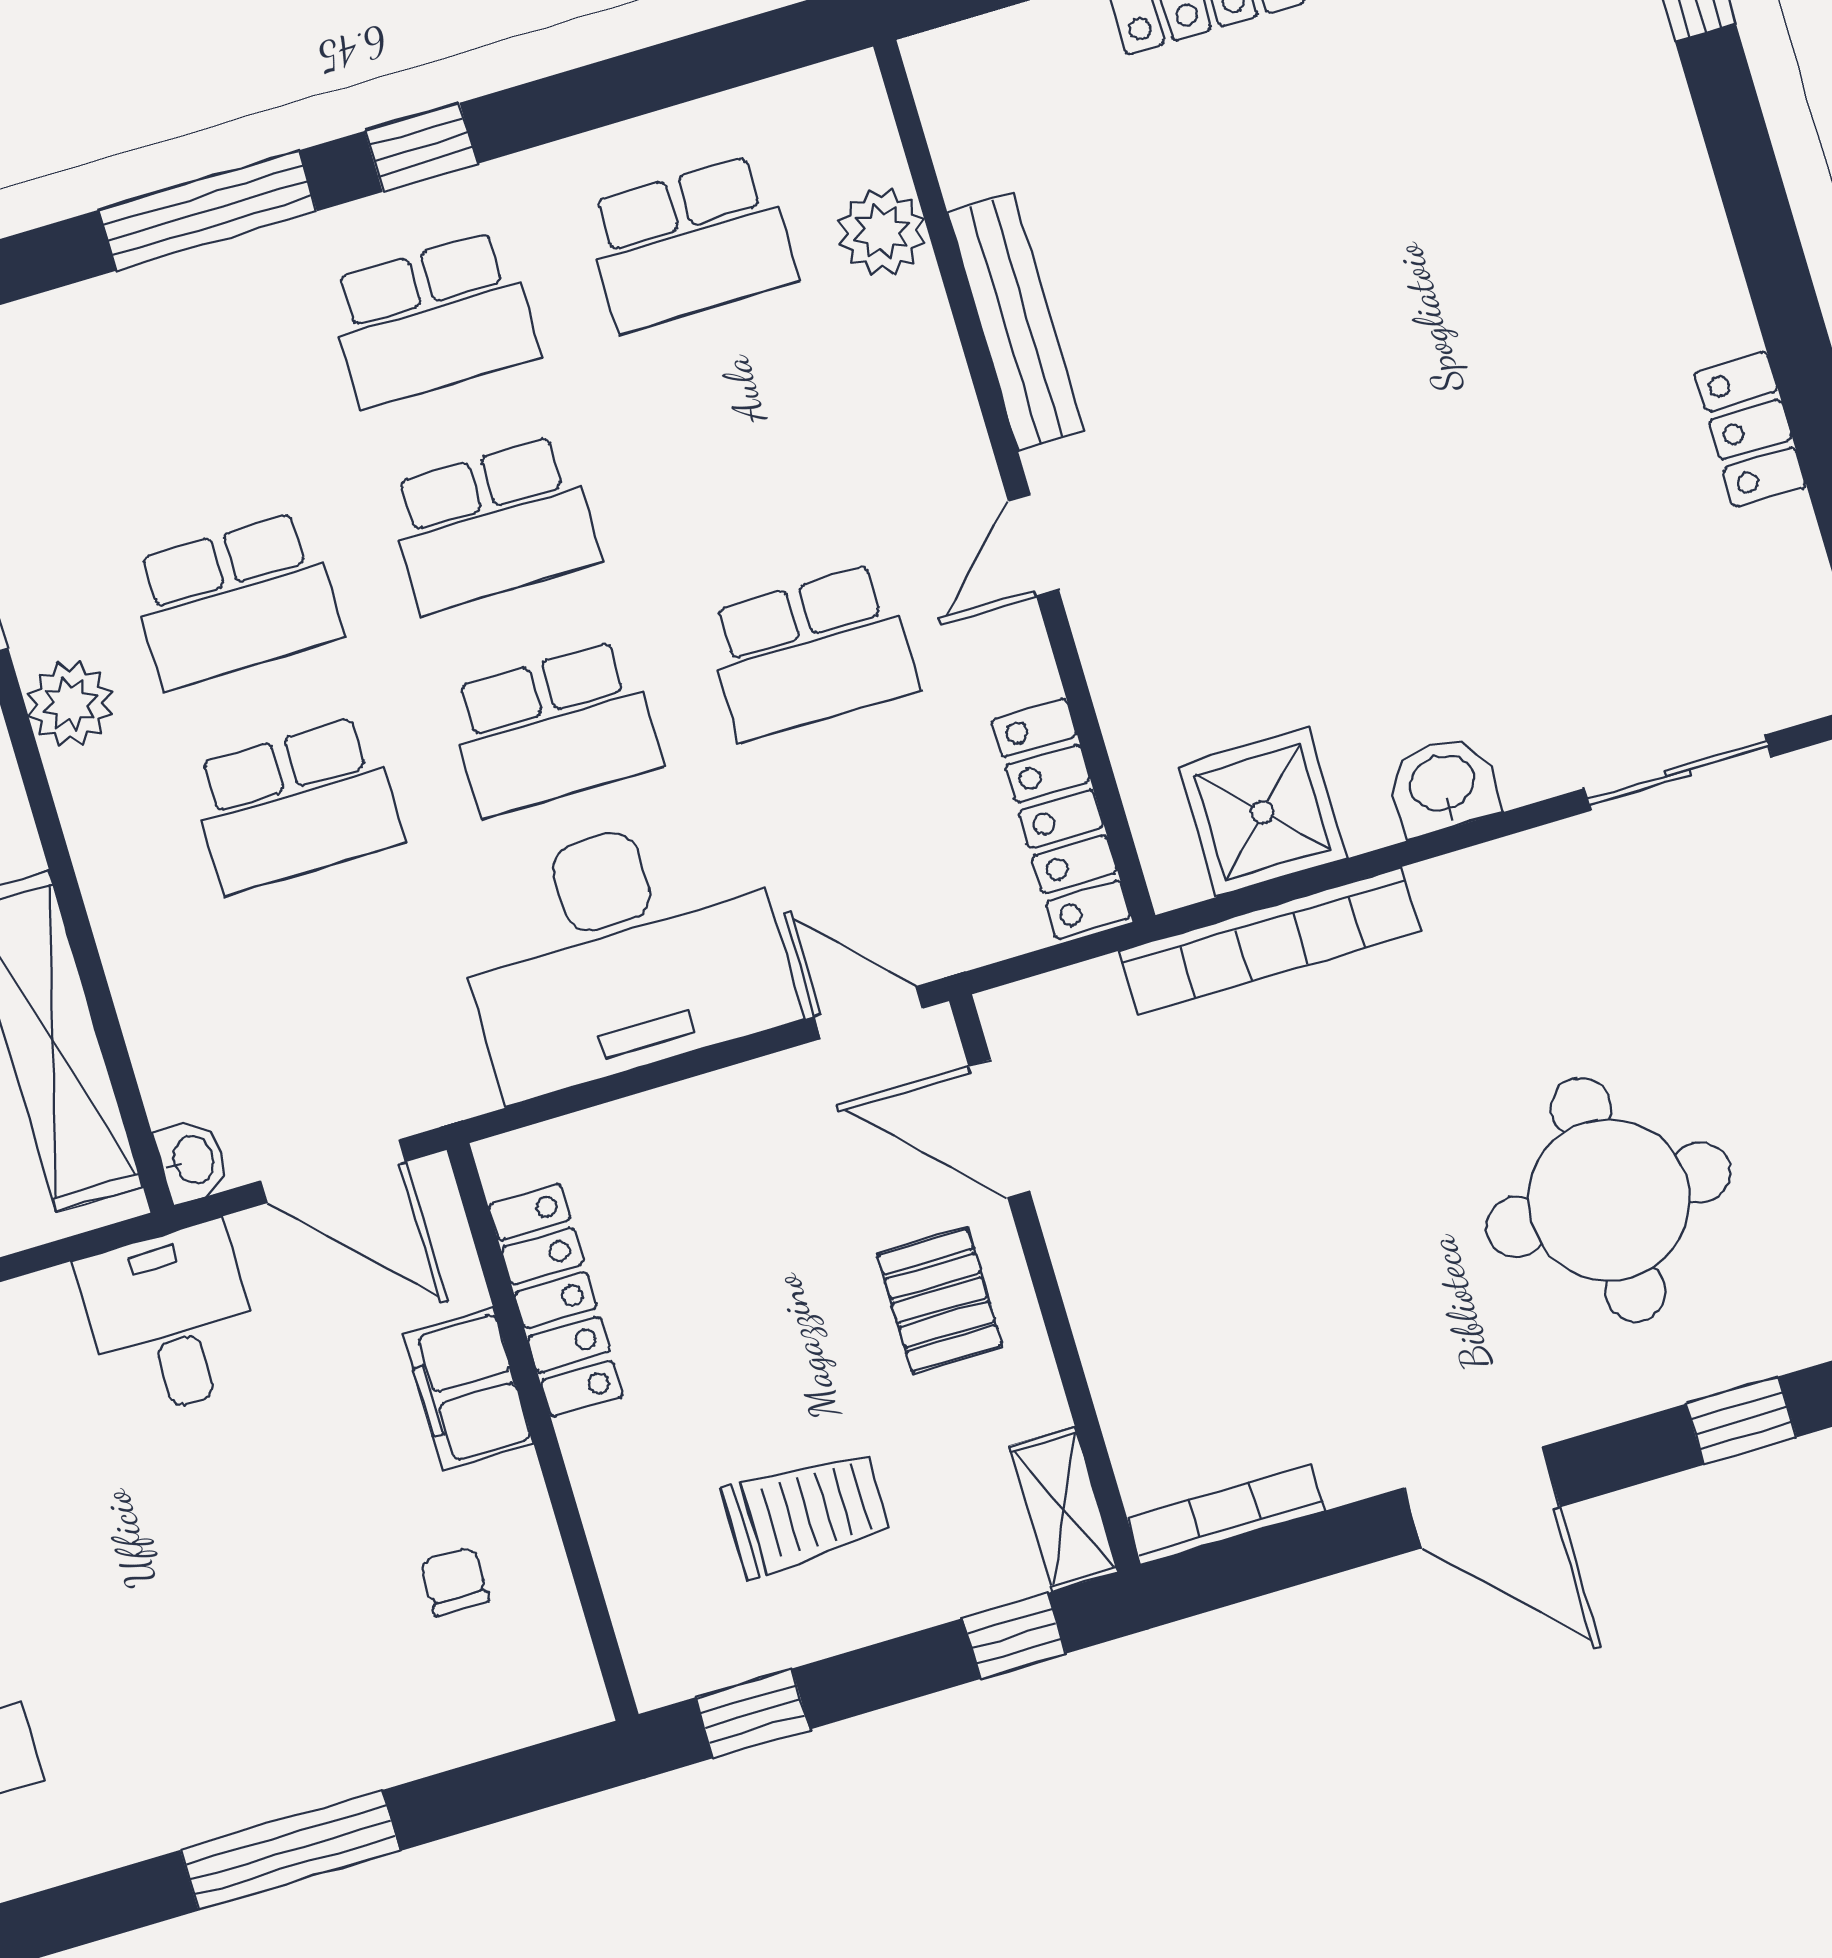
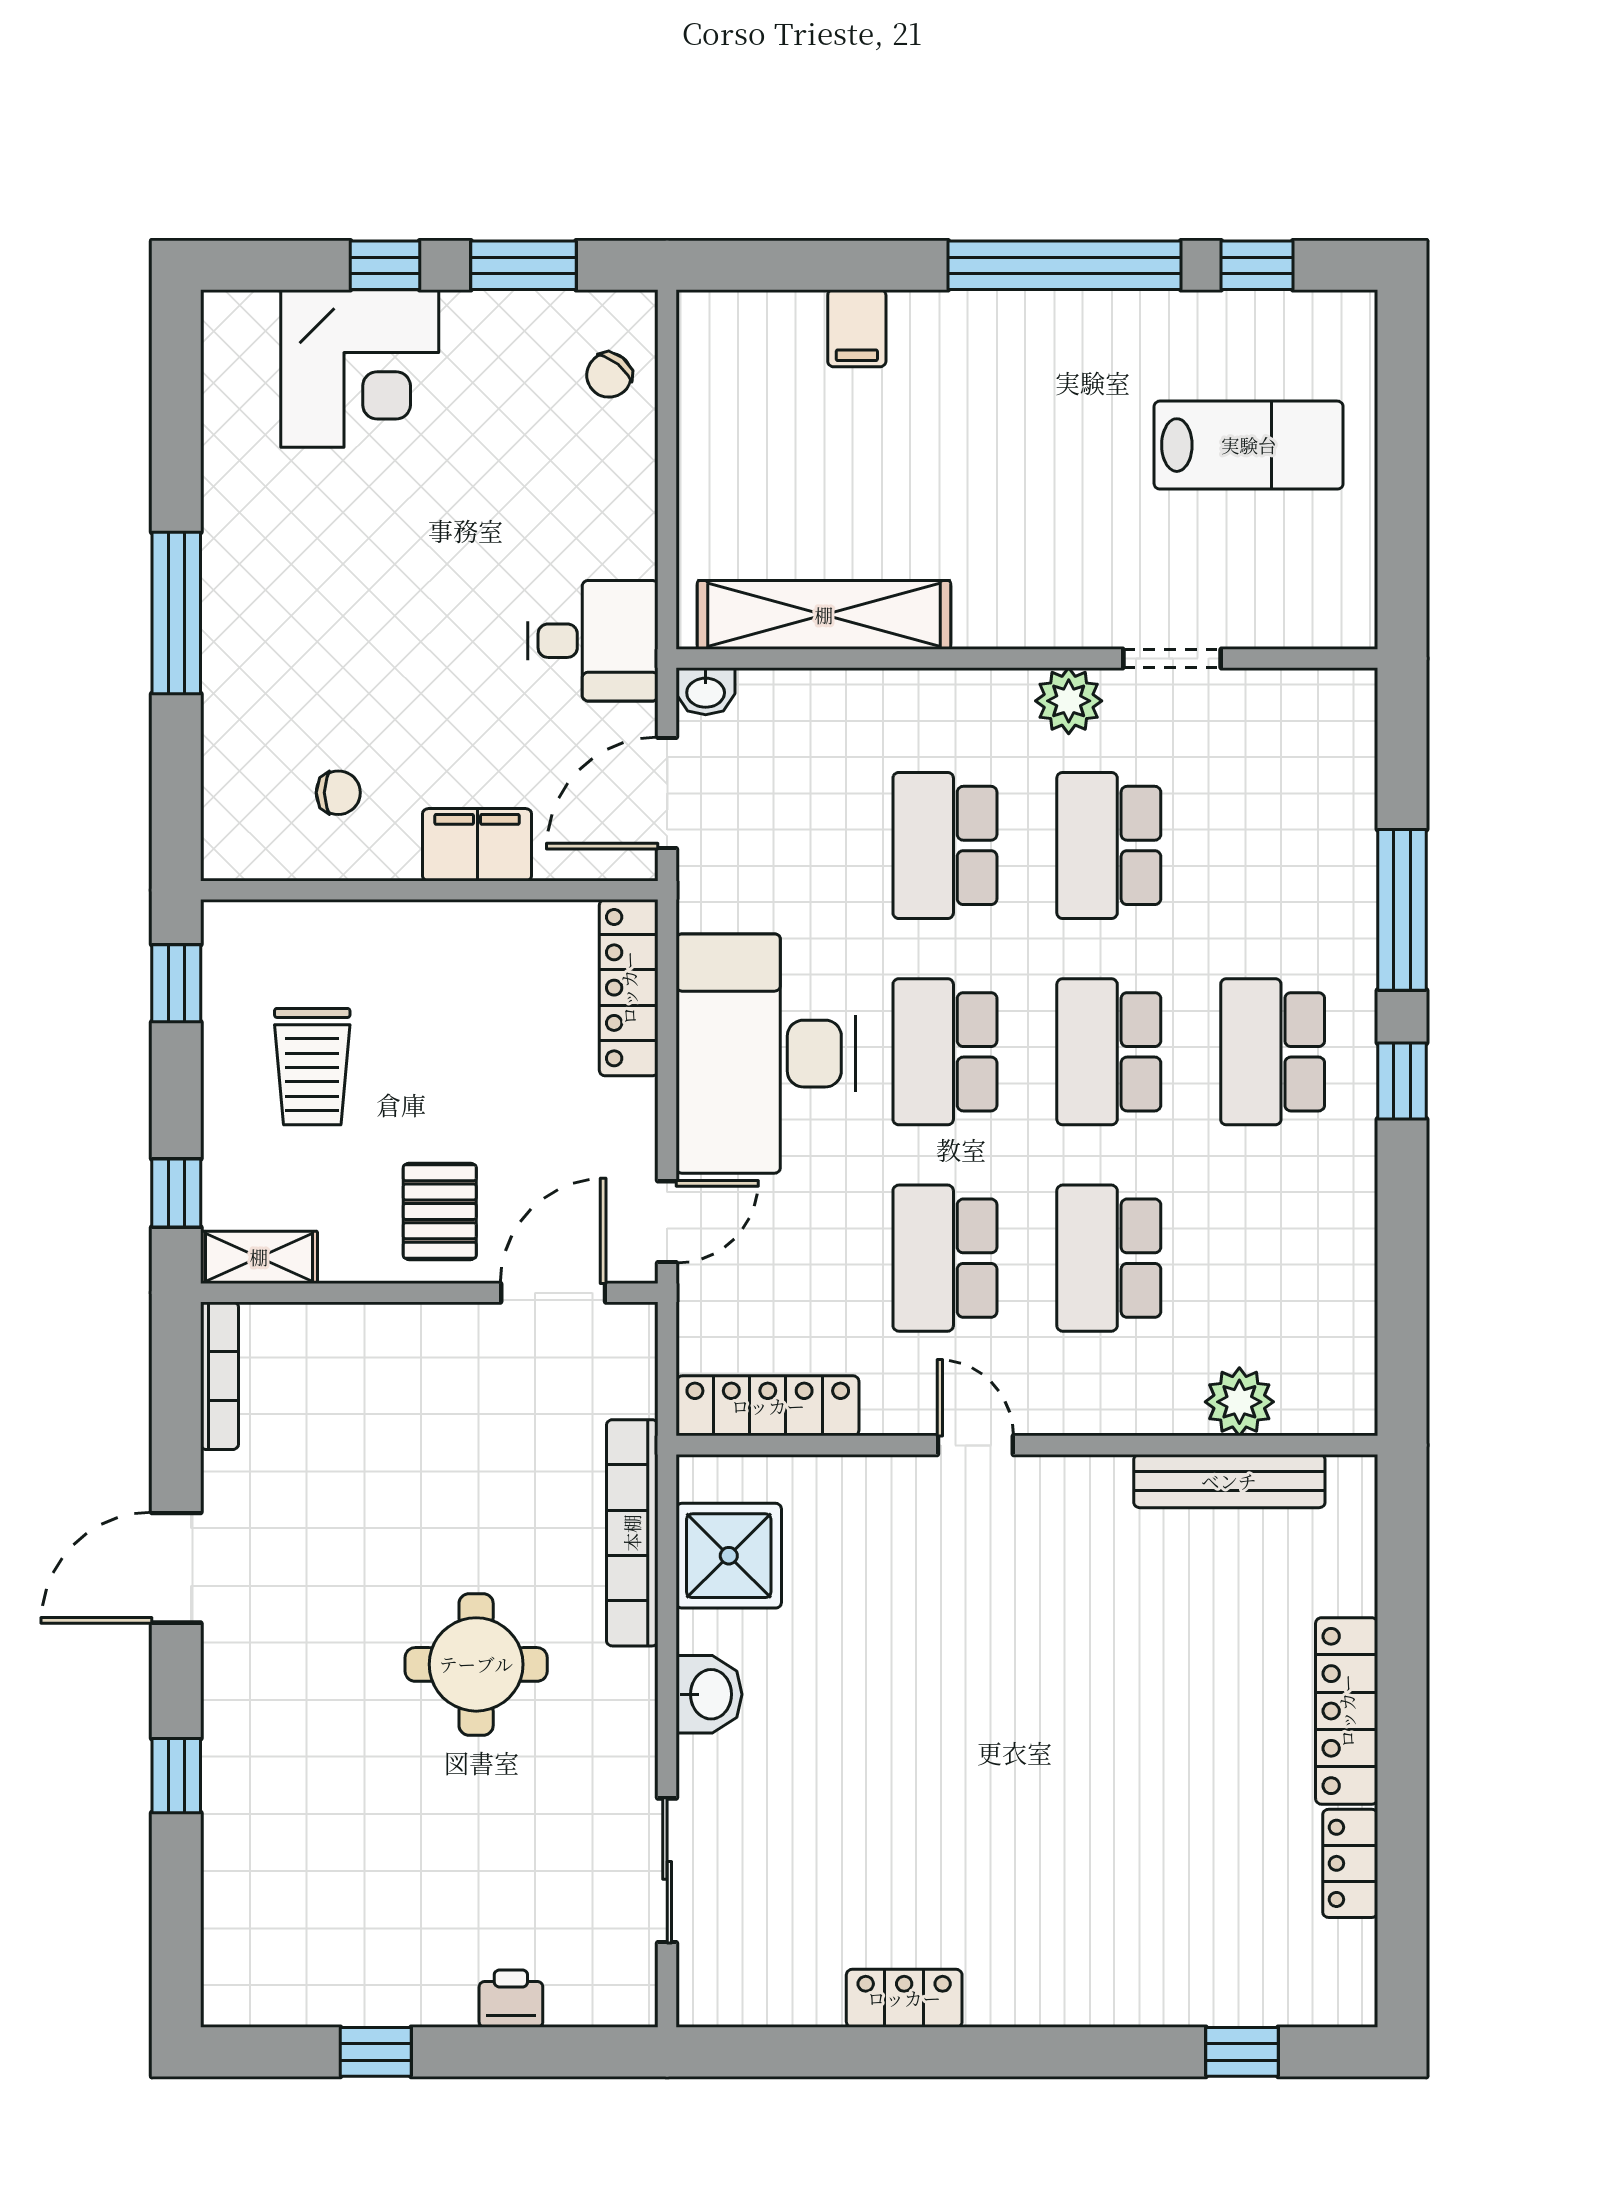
school desk: (690, 243) -> (1109, 1258), moved
bench: (1016, 322) -> (1229, 1481), moved
round table: (1608, 1200) -> (476, 1664), moved, width x0.73, depth x0.73
locker: (556, 1300) -> (629, 988), moved, turned 90
pallet: (940, 1300) -> (440, 1211), turned 90

